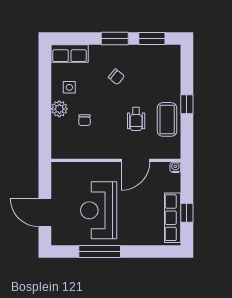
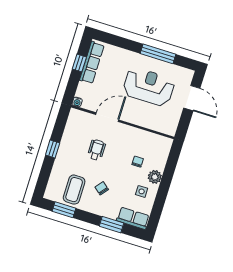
window: (115, 38) -> (111, 225), moved
coffee table: (167, 119) -> (74, 190), moved
reception desk: (99, 210) -> (149, 87), turned -90

